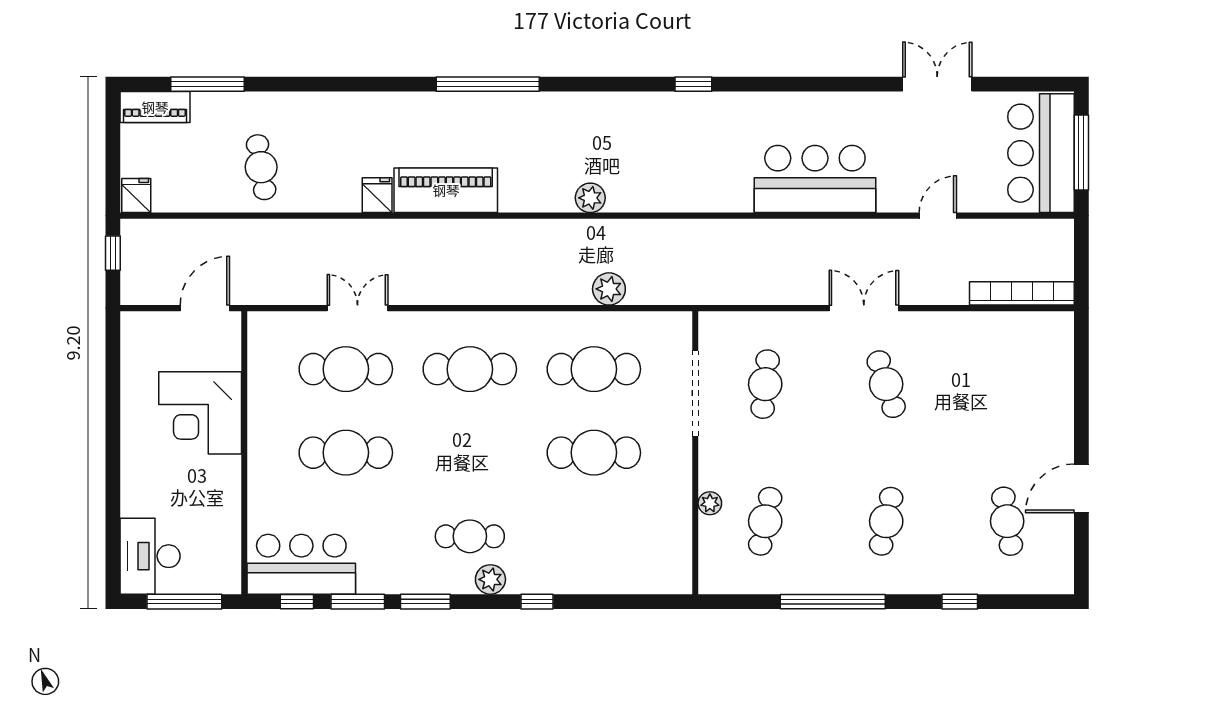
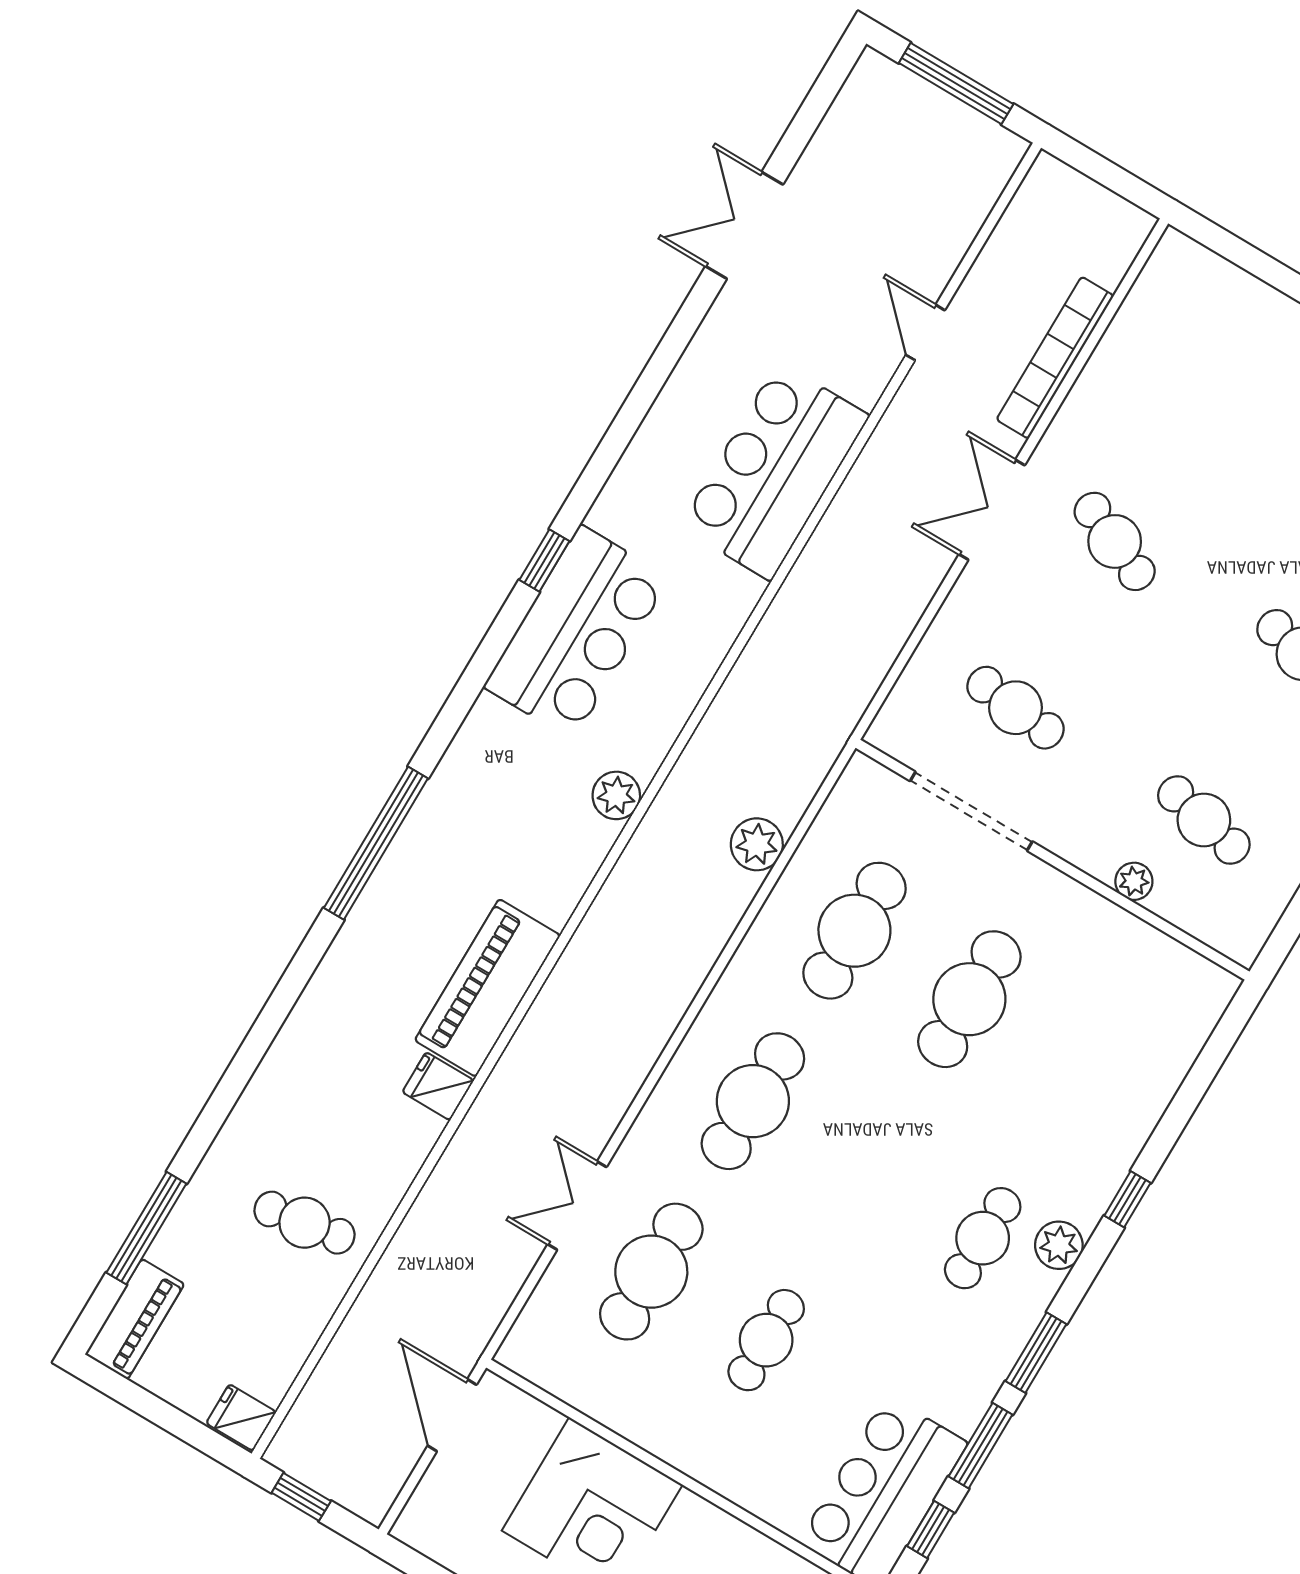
bar counter: (1041, 153) -> (577, 632), moved, turned -90
bookcase: (1022, 293) -> (1055, 358), moved
cafe table: (886, 384) -> (1115, 541), turned 42
cafe table: (346, 453) -> (766, 1340), width x0.73, depth x0.74

